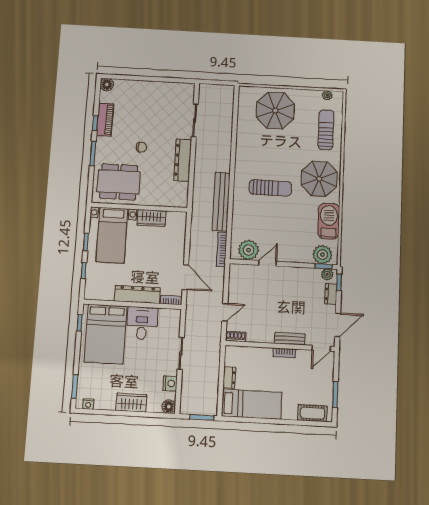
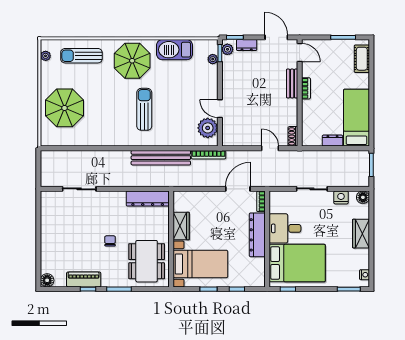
dresser: (183, 160) -> (148, 199), moved
plant: (322, 255) -> (213, 59), width x0.53, depth x0.53

